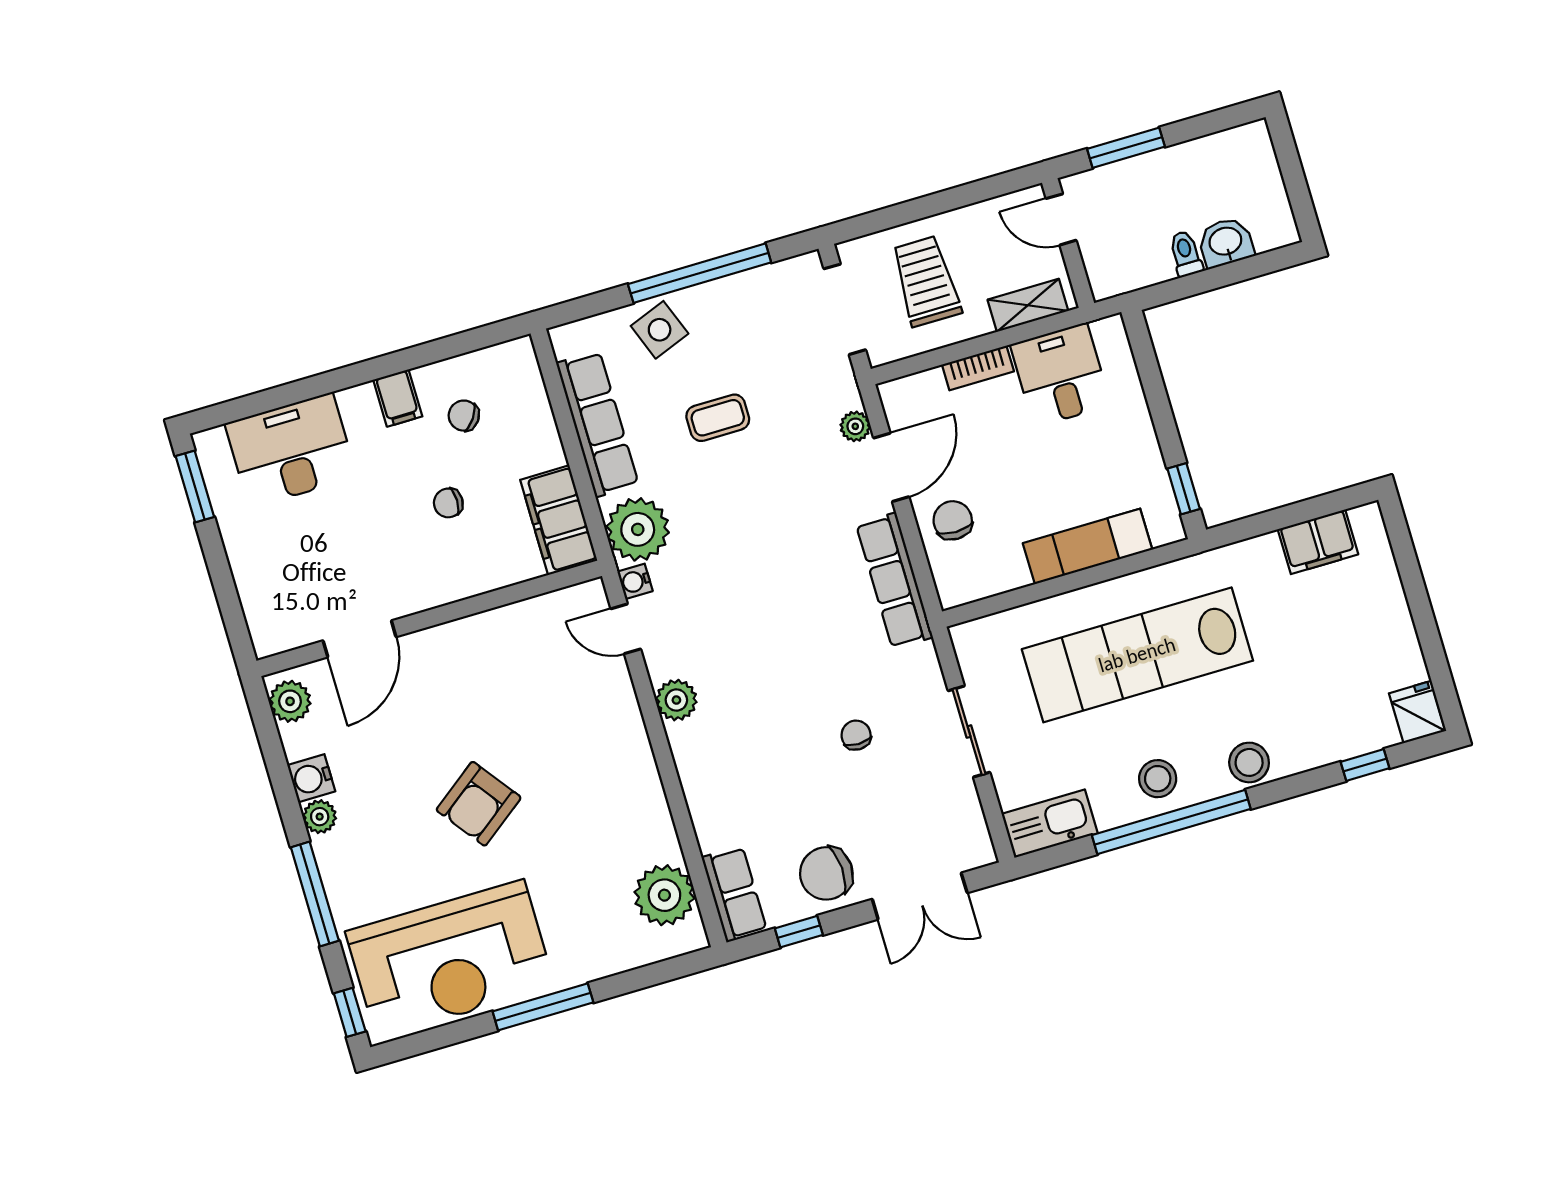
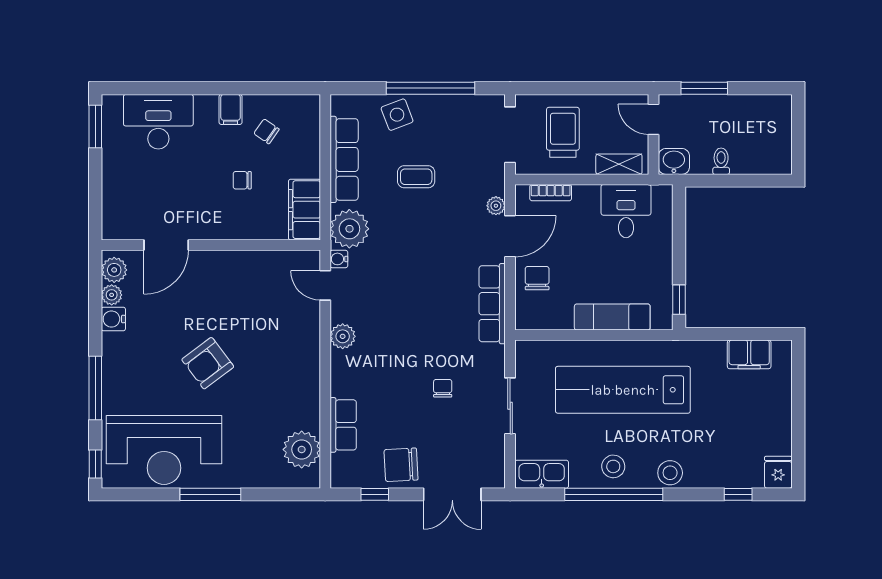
washbasin: (1226, 242) -> (674, 161), moved
bookcase: (978, 368) -> (551, 193), moved
plant: (320, 817) -> (112, 295), moved
row of seats: (734, 894) -> (343, 425), moved

